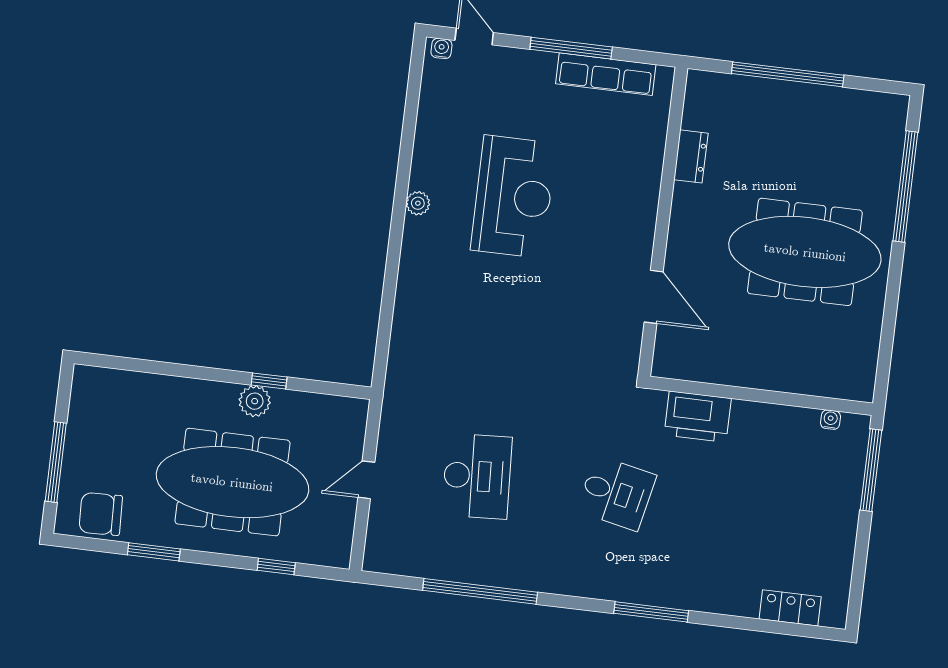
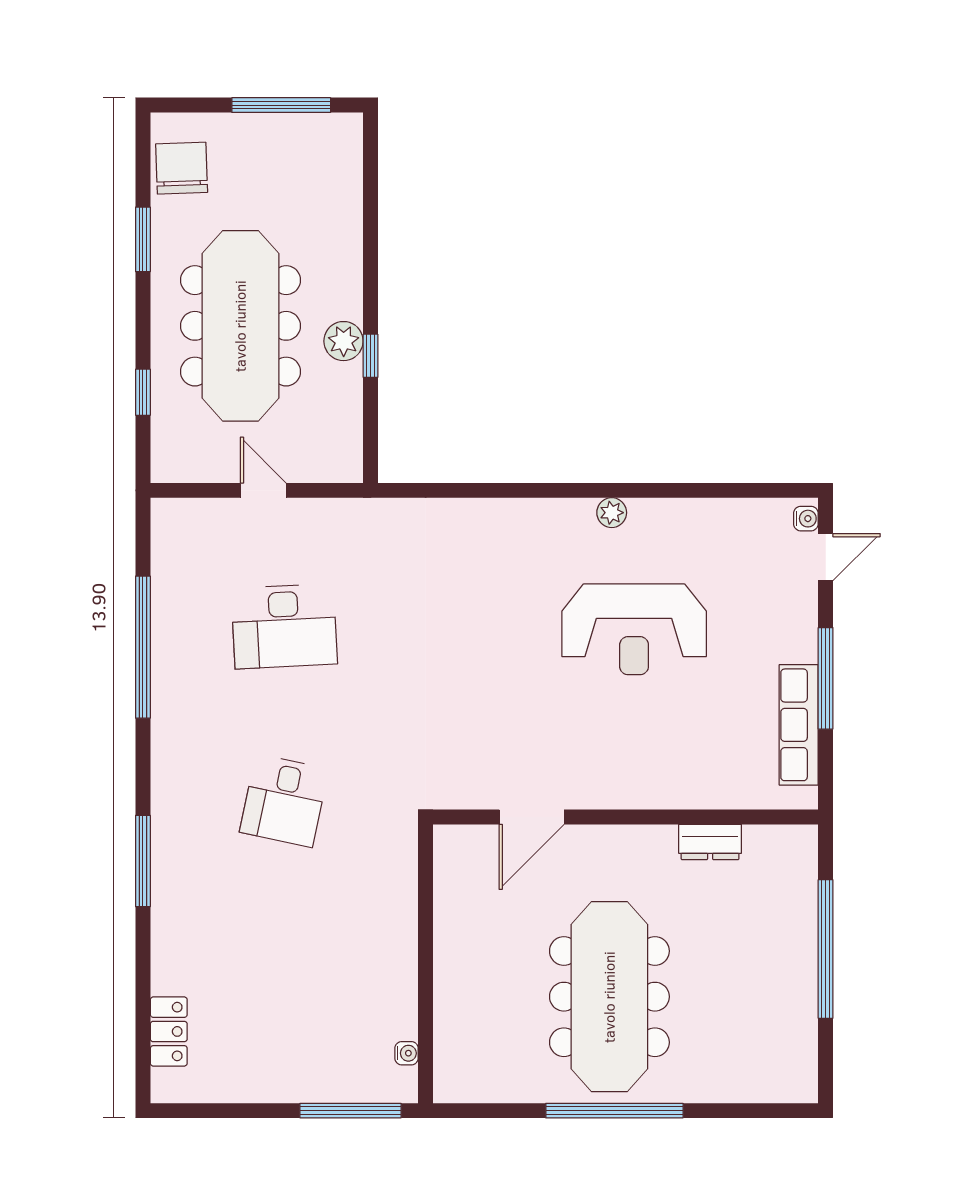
window: (905, 186) -> (614, 1111), moved
printer: (698, 417) -> (390, 889), removed
window: (56, 462) -> (281, 105), moved

